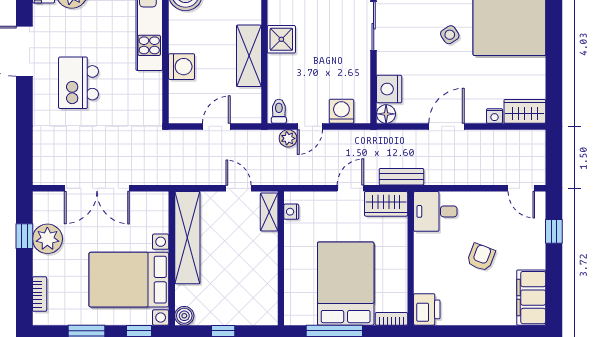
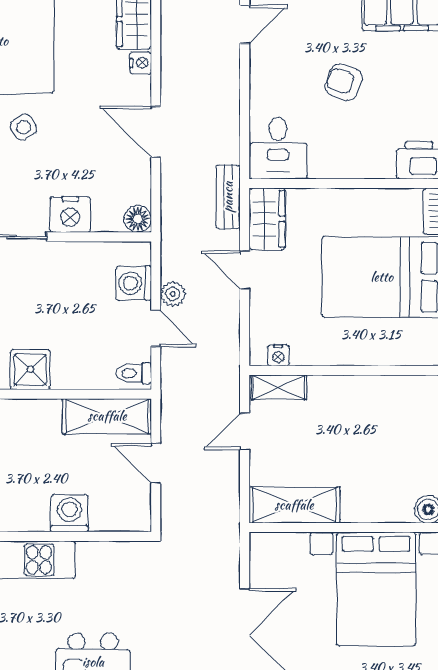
shelving: (249, 56) -> (107, 416), moved
nightstand: (389, 89) -> (70, 214), moved
plant: (288, 138) -> (173, 294), moved
shelving: (187, 238) -> (294, 505), width x0.68

